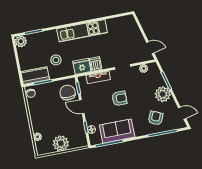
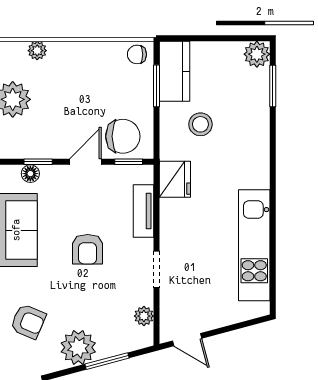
kitchen unit: (82, 31) -> (254, 245), moved
door: (150, 48) -> (187, 340), hinge flipped
dishwasher: (96, 64) -> (174, 211), removed

